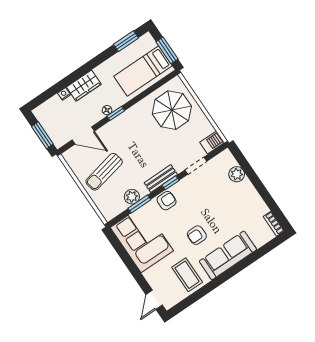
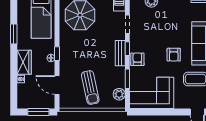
window: (126, 41) -> (14, 34), moved
door: (83, 136) -> (57, 85), swing flipped
plant: (132, 197) -> (119, 94), moved

